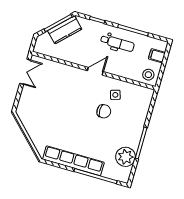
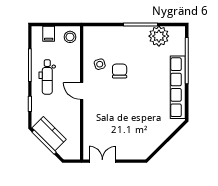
dental chair: (117, 43) -> (47, 77), turned 180

